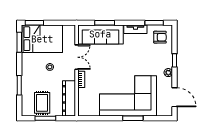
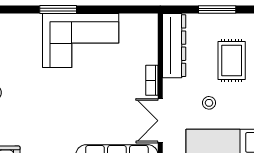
corner sofa: (128, 96) -> (81, 40), width x0.73, depth x0.74
rug: (42, 103) -> (232, 60), moved

